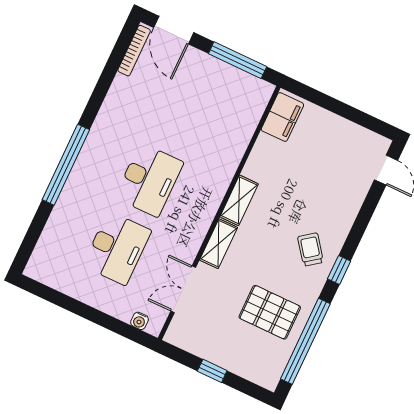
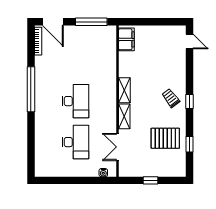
window: (66, 165) -> (31, 89), moved
window: (305, 341) -> (190, 144), width x0.32

